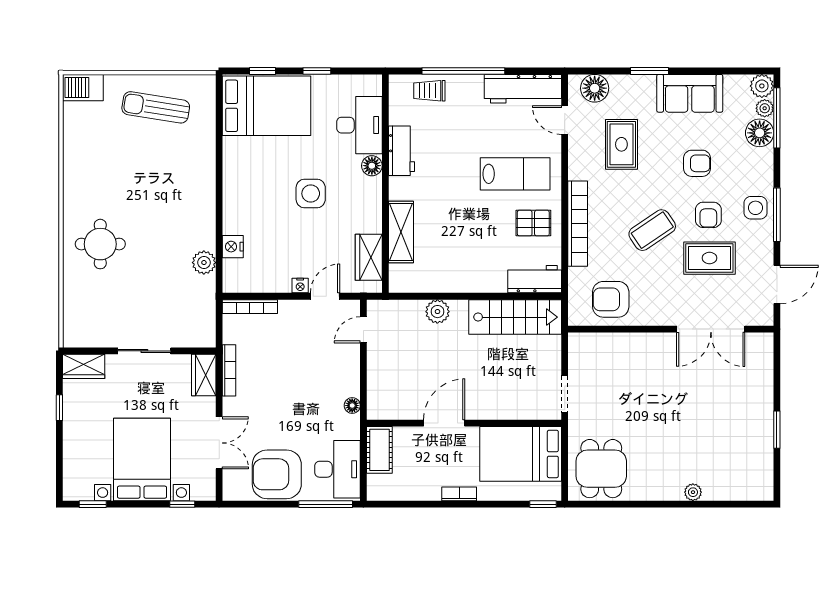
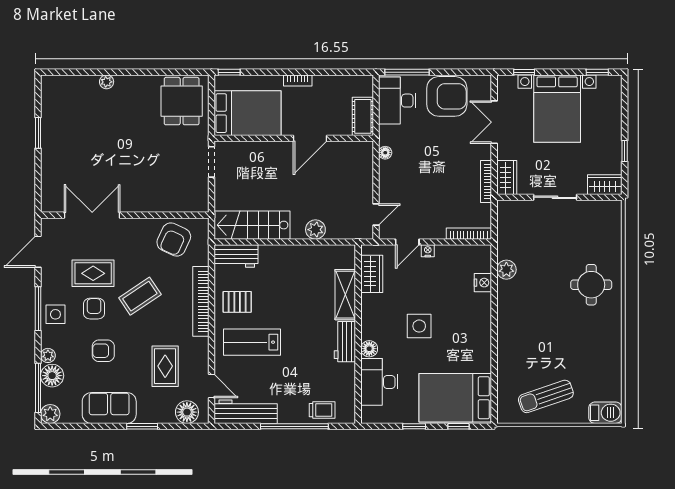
sun lounger: (156, 107) -> (546, 396), turned 152
plant: (765, 108) -> (48, 355), moved
workbench: (401, 151) -> (345, 342), moved
armchair: (611, 299) -> (174, 240), turned 115

